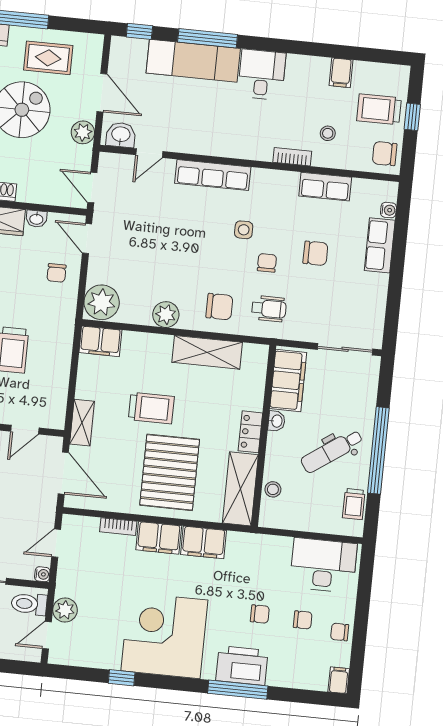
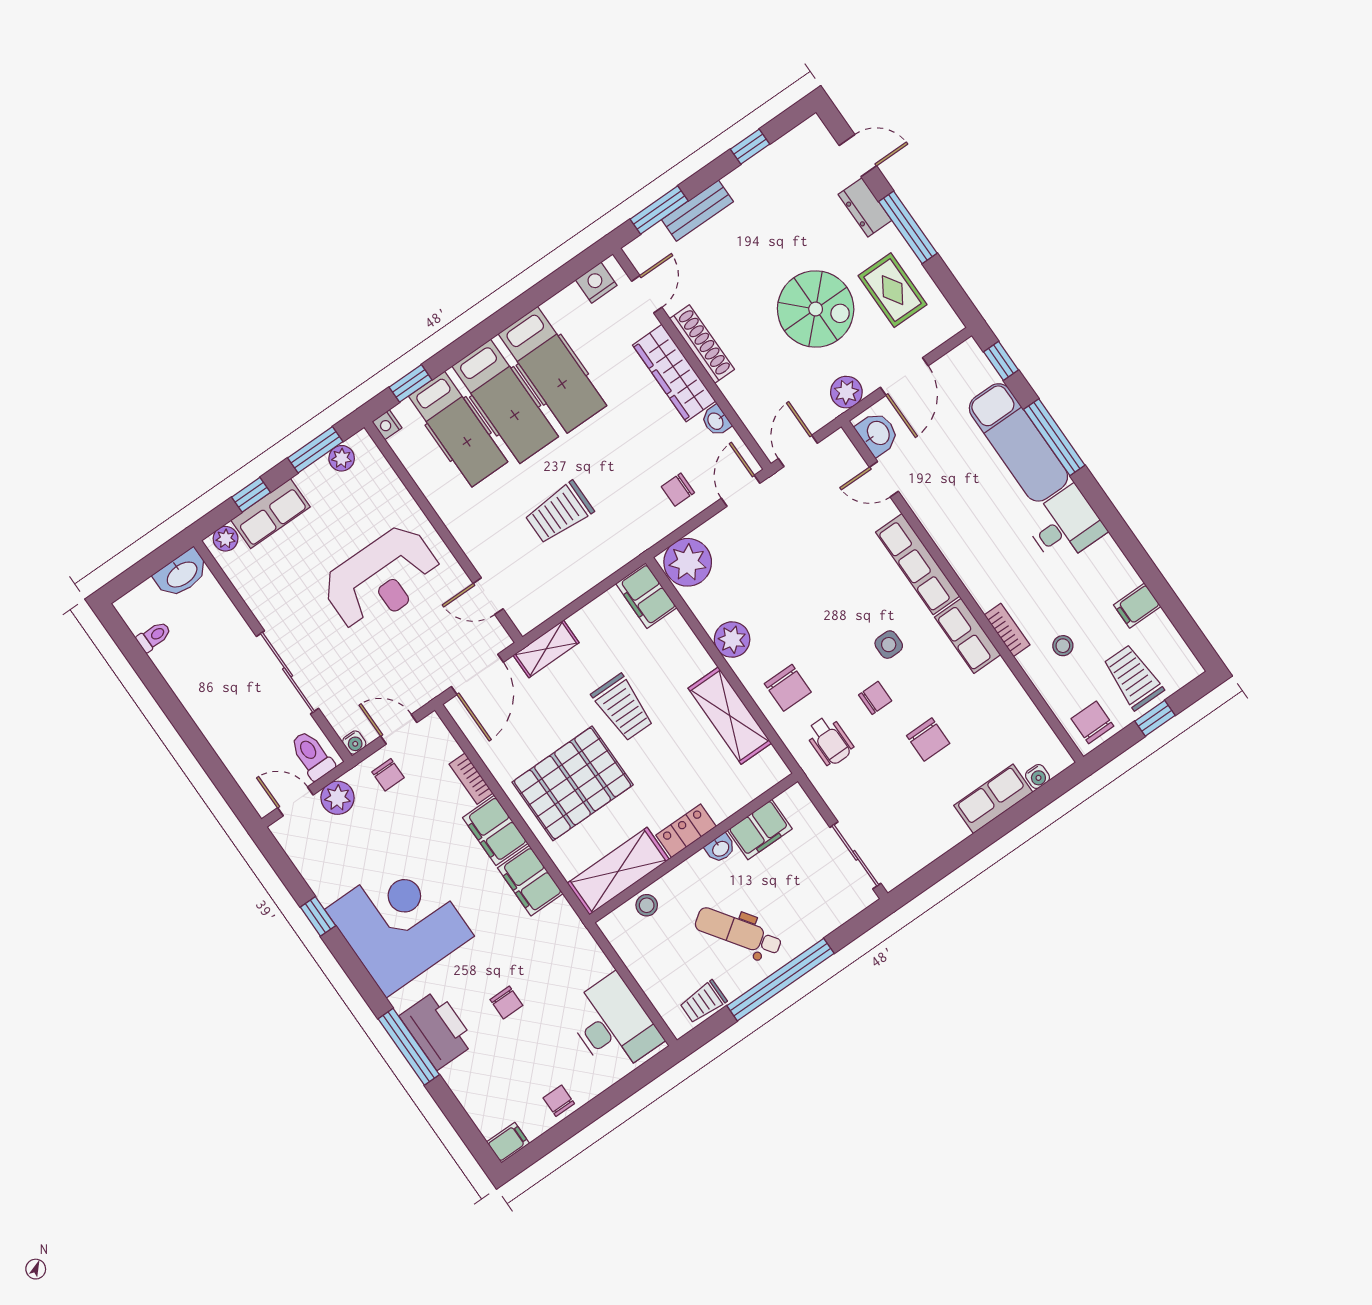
row of seats: (325, 187) -> (968, 636), moved
filing cabinet: (288, 380) -> (760, 830), width x0.67, depth x0.86
chair: (303, 620) -> (388, 775), moved

